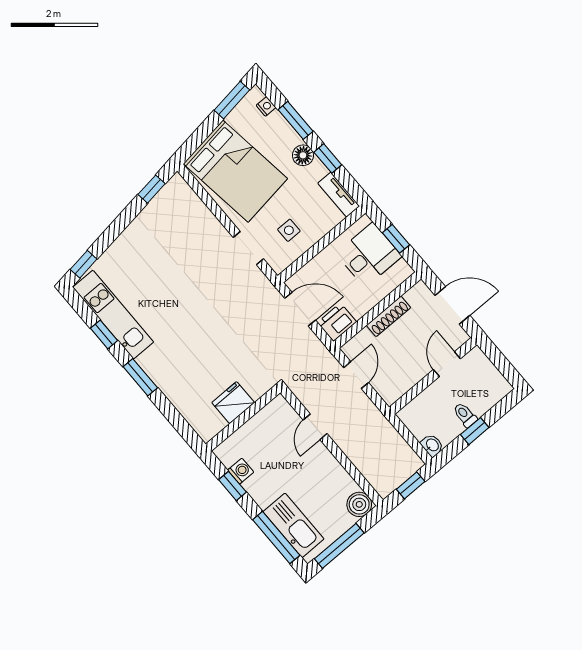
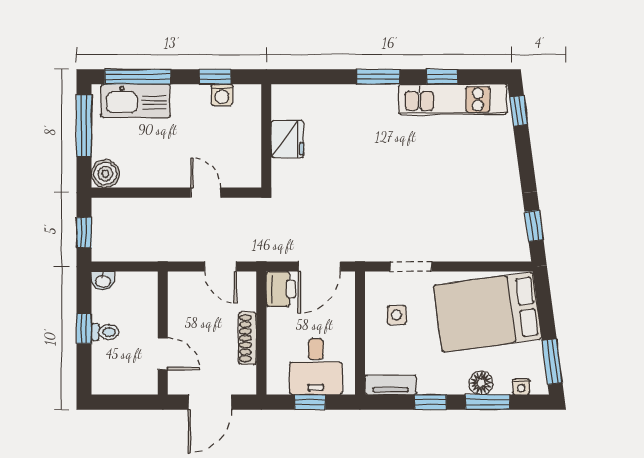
floor lamp: (303, 155) -> (481, 383), moved

